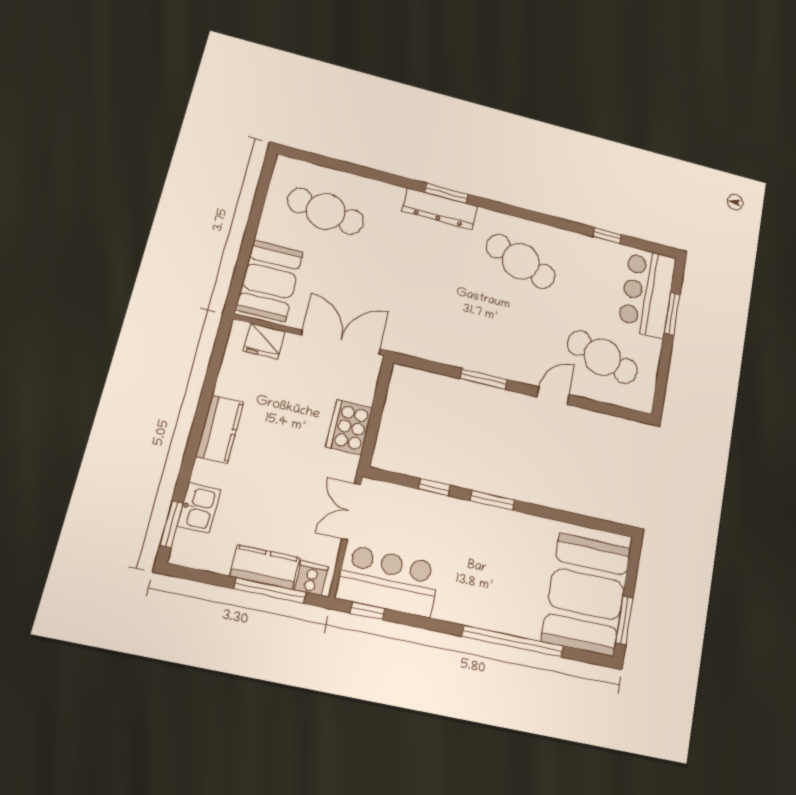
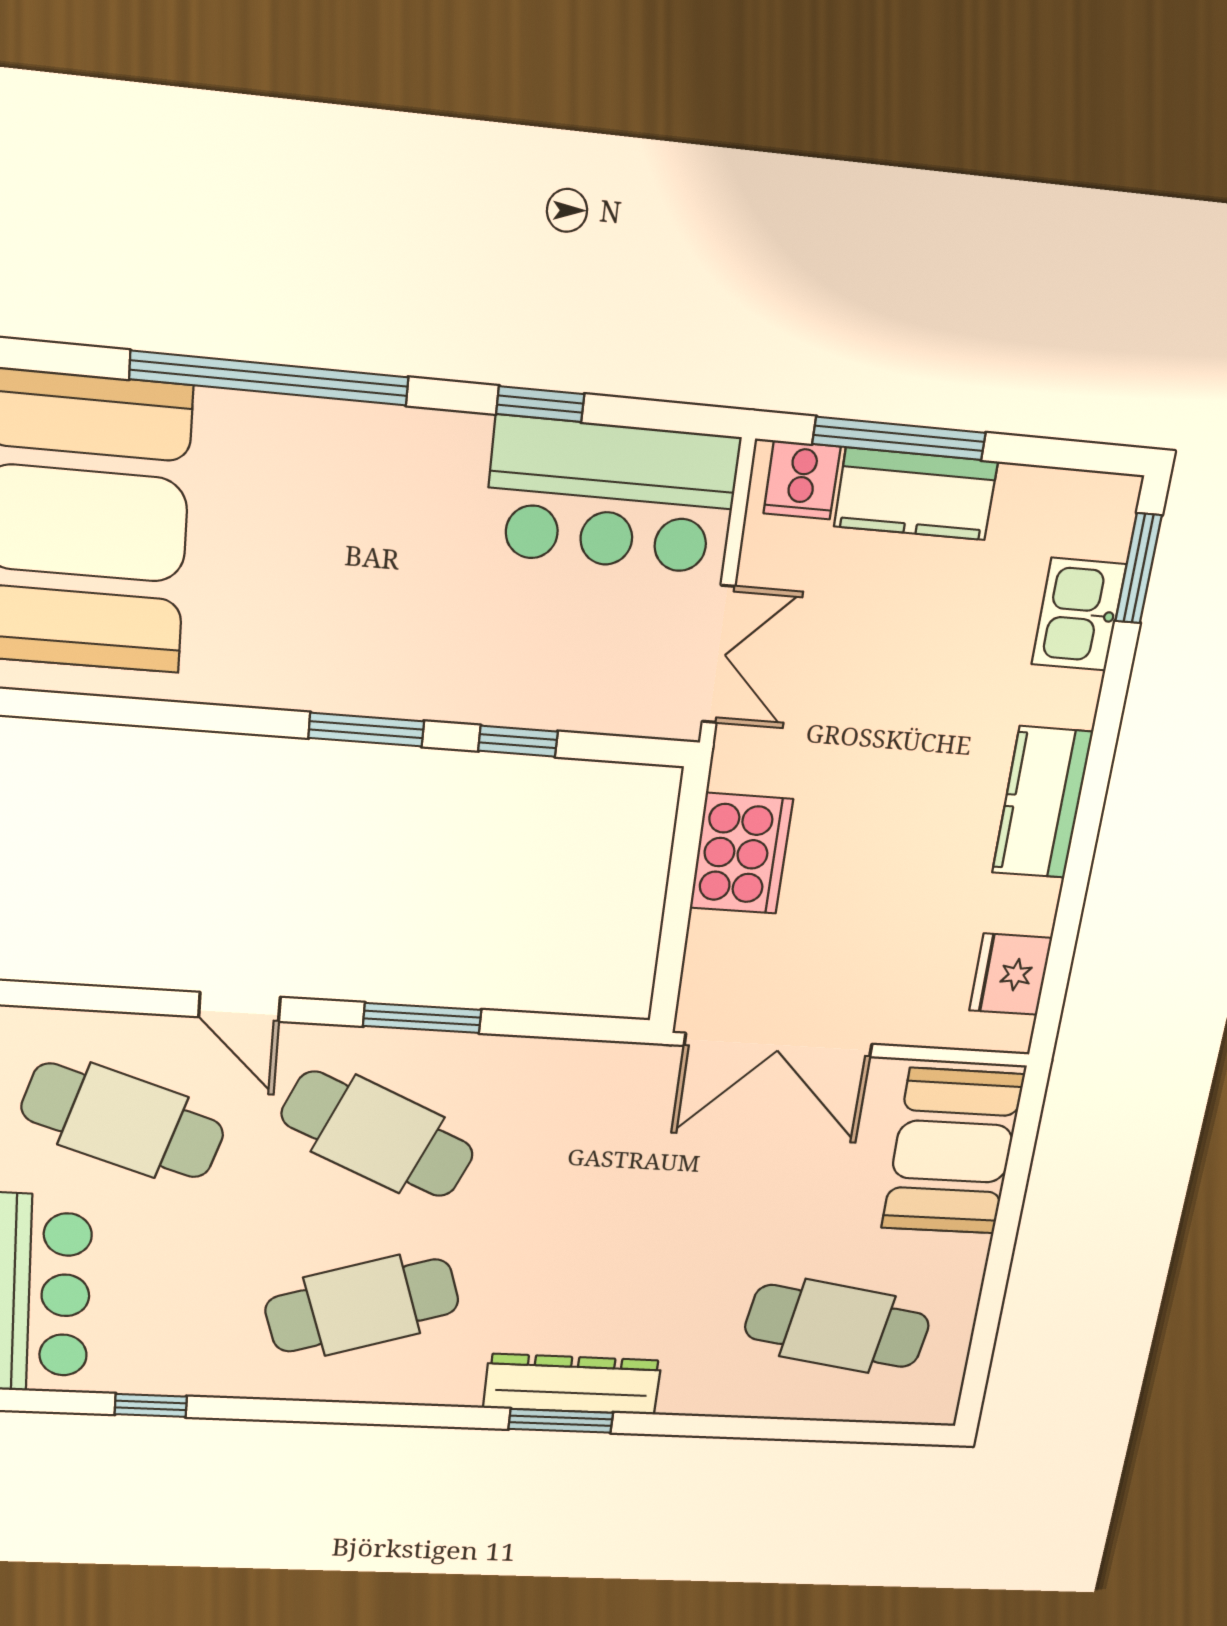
cafe table: (521, 261) -> (362, 1306), turned -39
cafe table: (506, 333) -> (378, 1134), added
fridge: (264, 341) -> (1011, 974), moved, turned -90
door: (553, 396) -> (239, 1007), hinge flipped
window: (368, 611) -> (540, 404), moved

